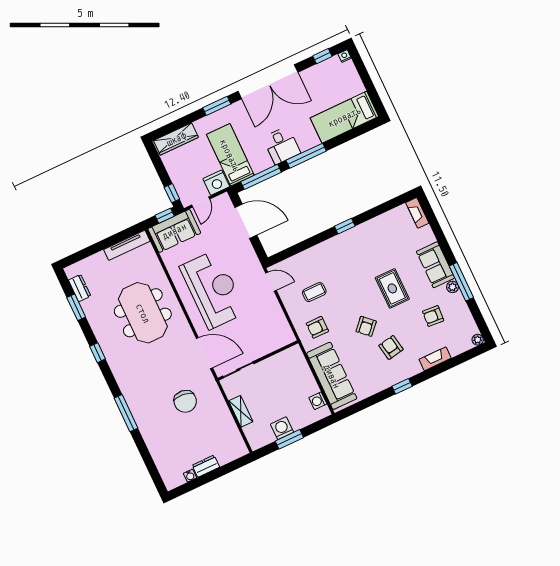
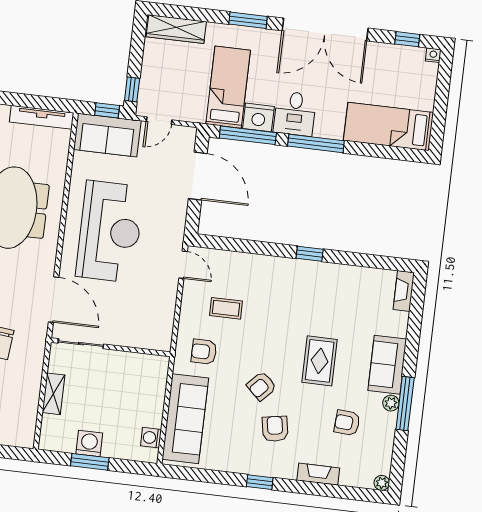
nightstand: (216, 183) -> (258, 117), moved

